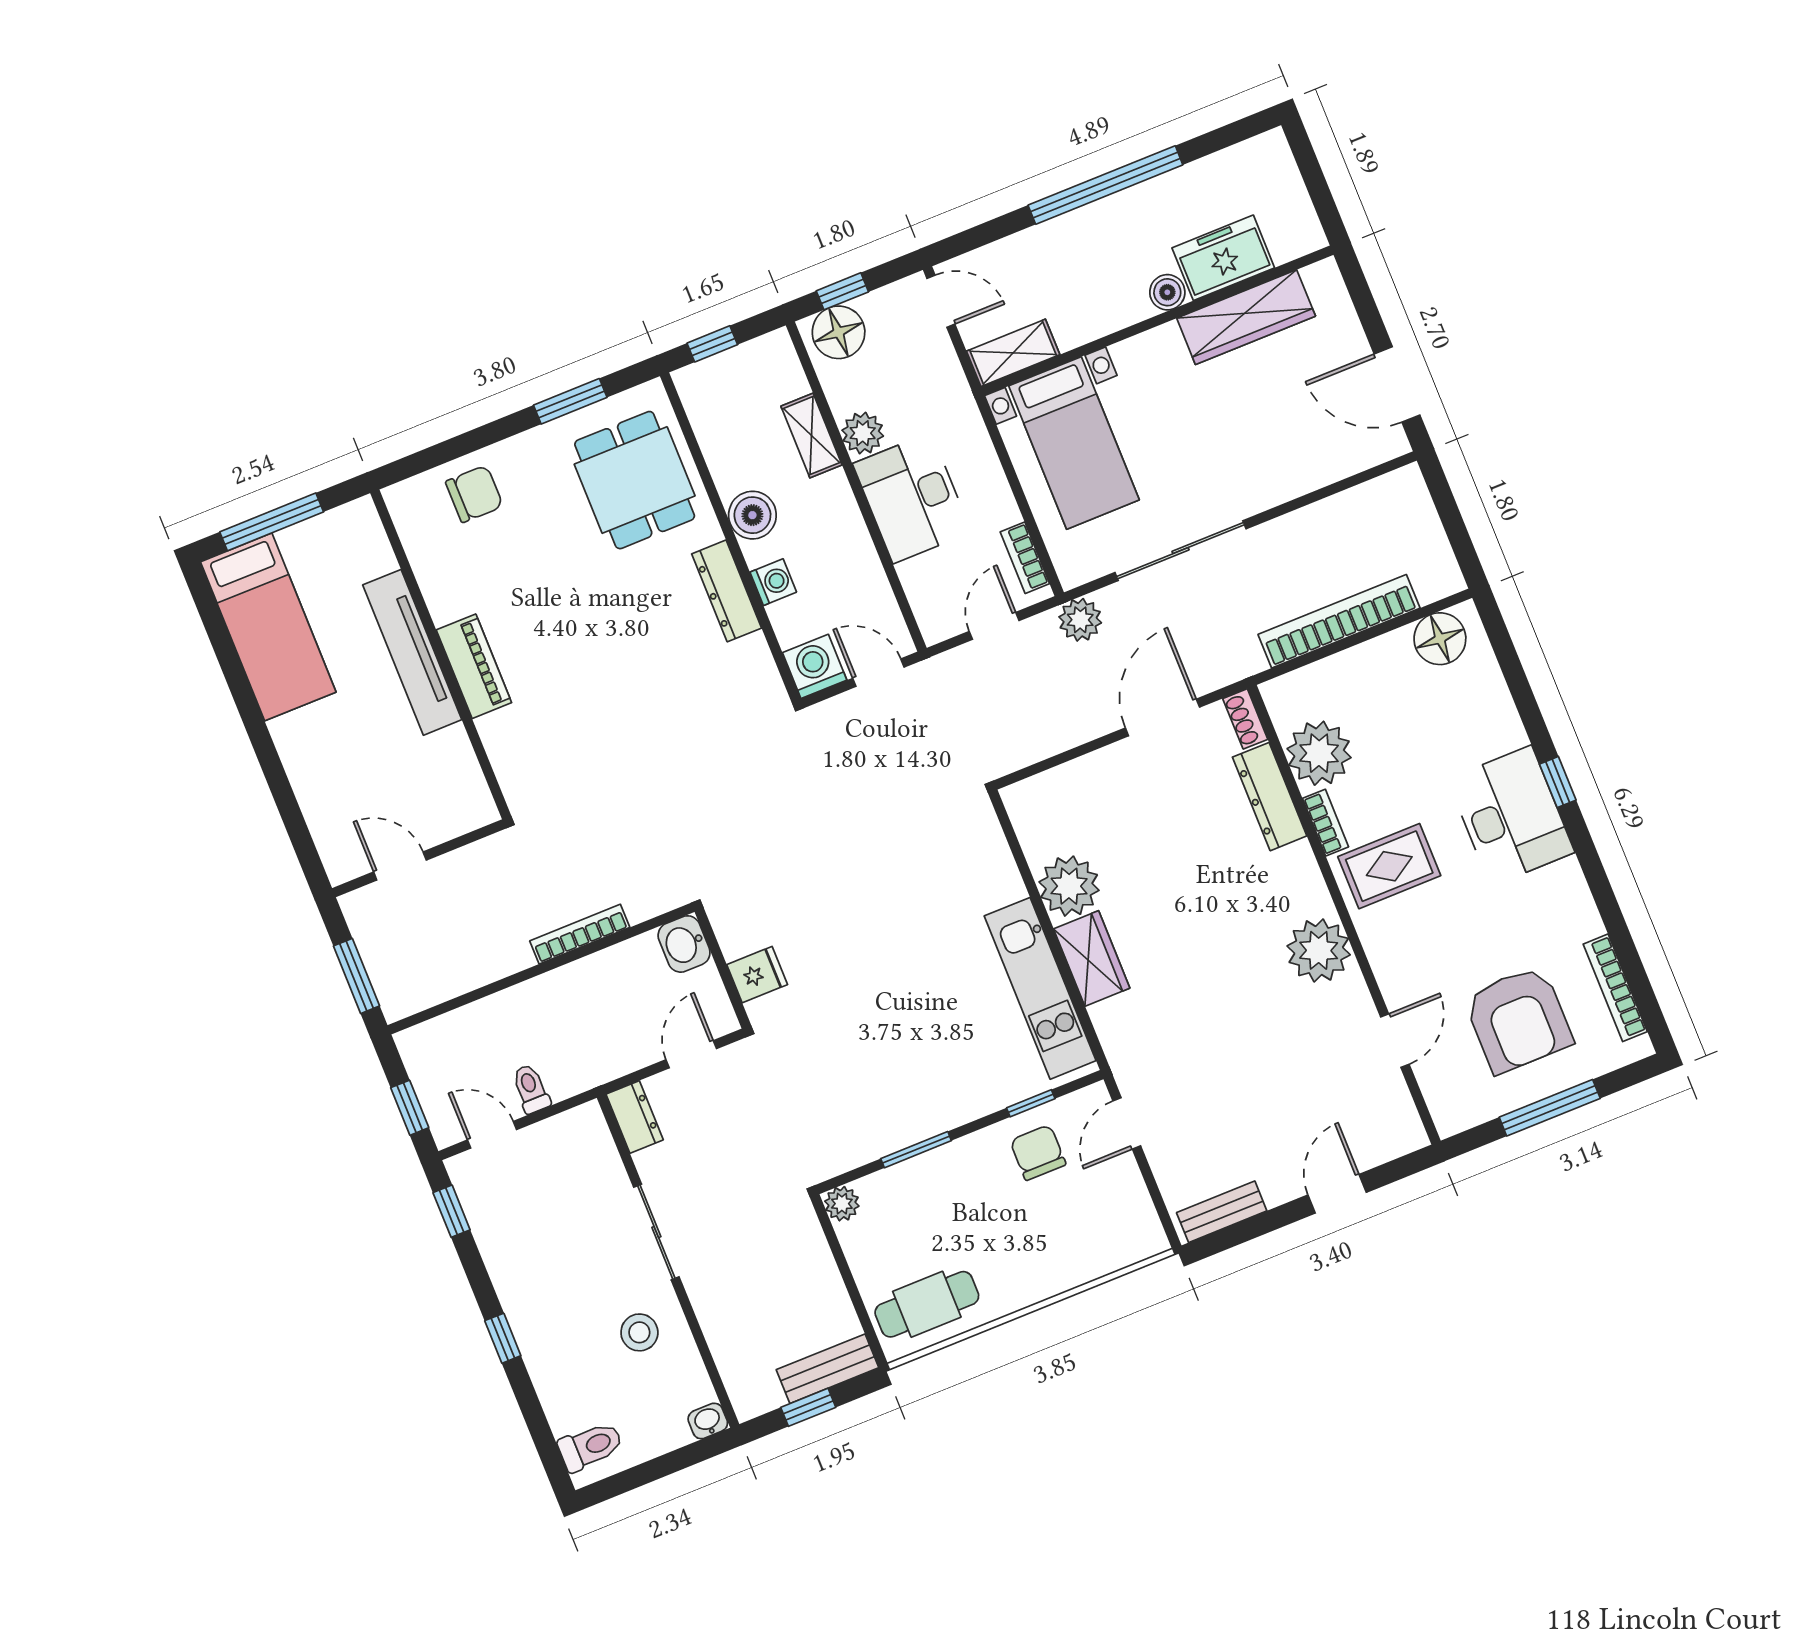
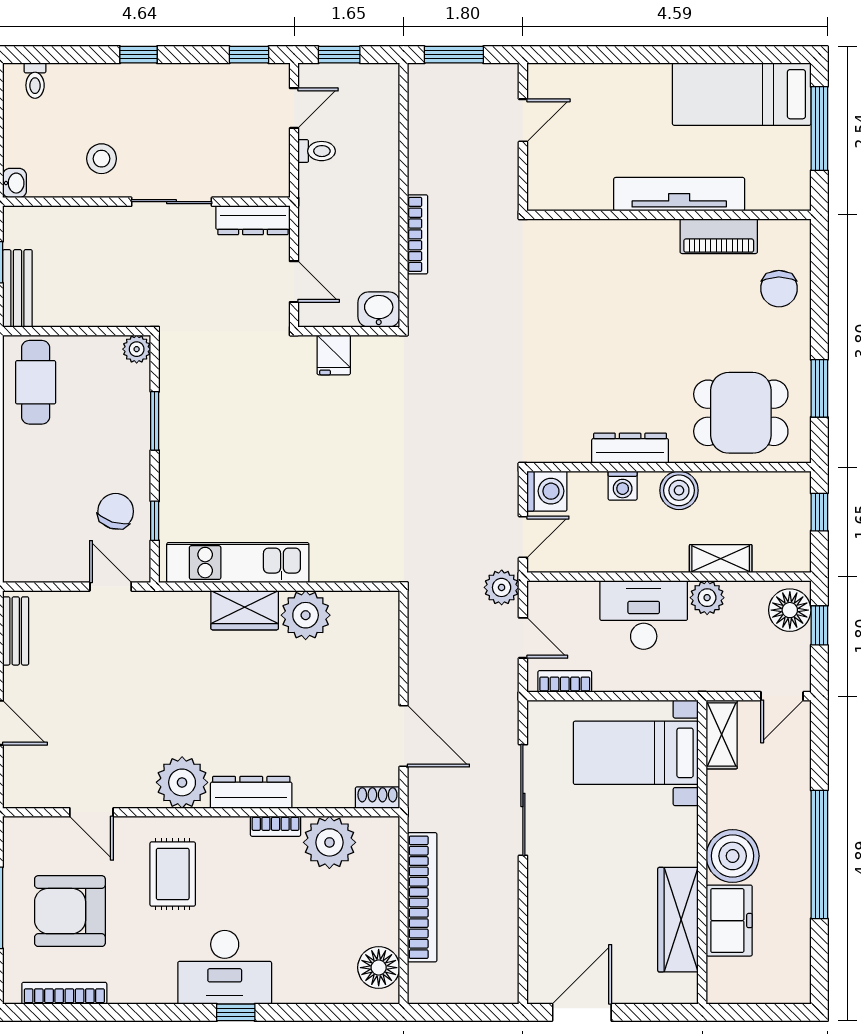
boiler: (1167, 292) -> (733, 856), width x1.86, depth x1.86
plant: (1080, 620) -> (502, 587), moved
piano: (474, 666) -> (719, 236), moved
dresser: (1270, 797) -> (251, 792), moved
rug: (1389, 866) -> (173, 874), moved
dresser: (635, 1117) -> (253, 220), width x1.44
chair: (1038, 1153) -> (116, 511), turned -72
toilet: (590, 1446) -> (35, 81), width x0.73, depth x0.72

